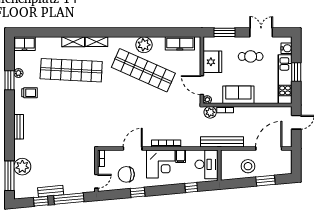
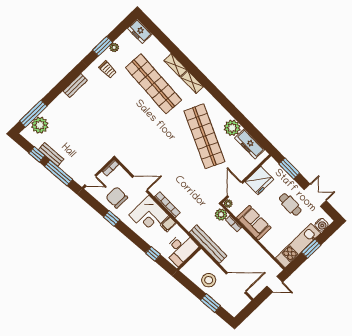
plant: (144, 45) -> (232, 128), moved
plant: (22, 167) -> (40, 125), moved

